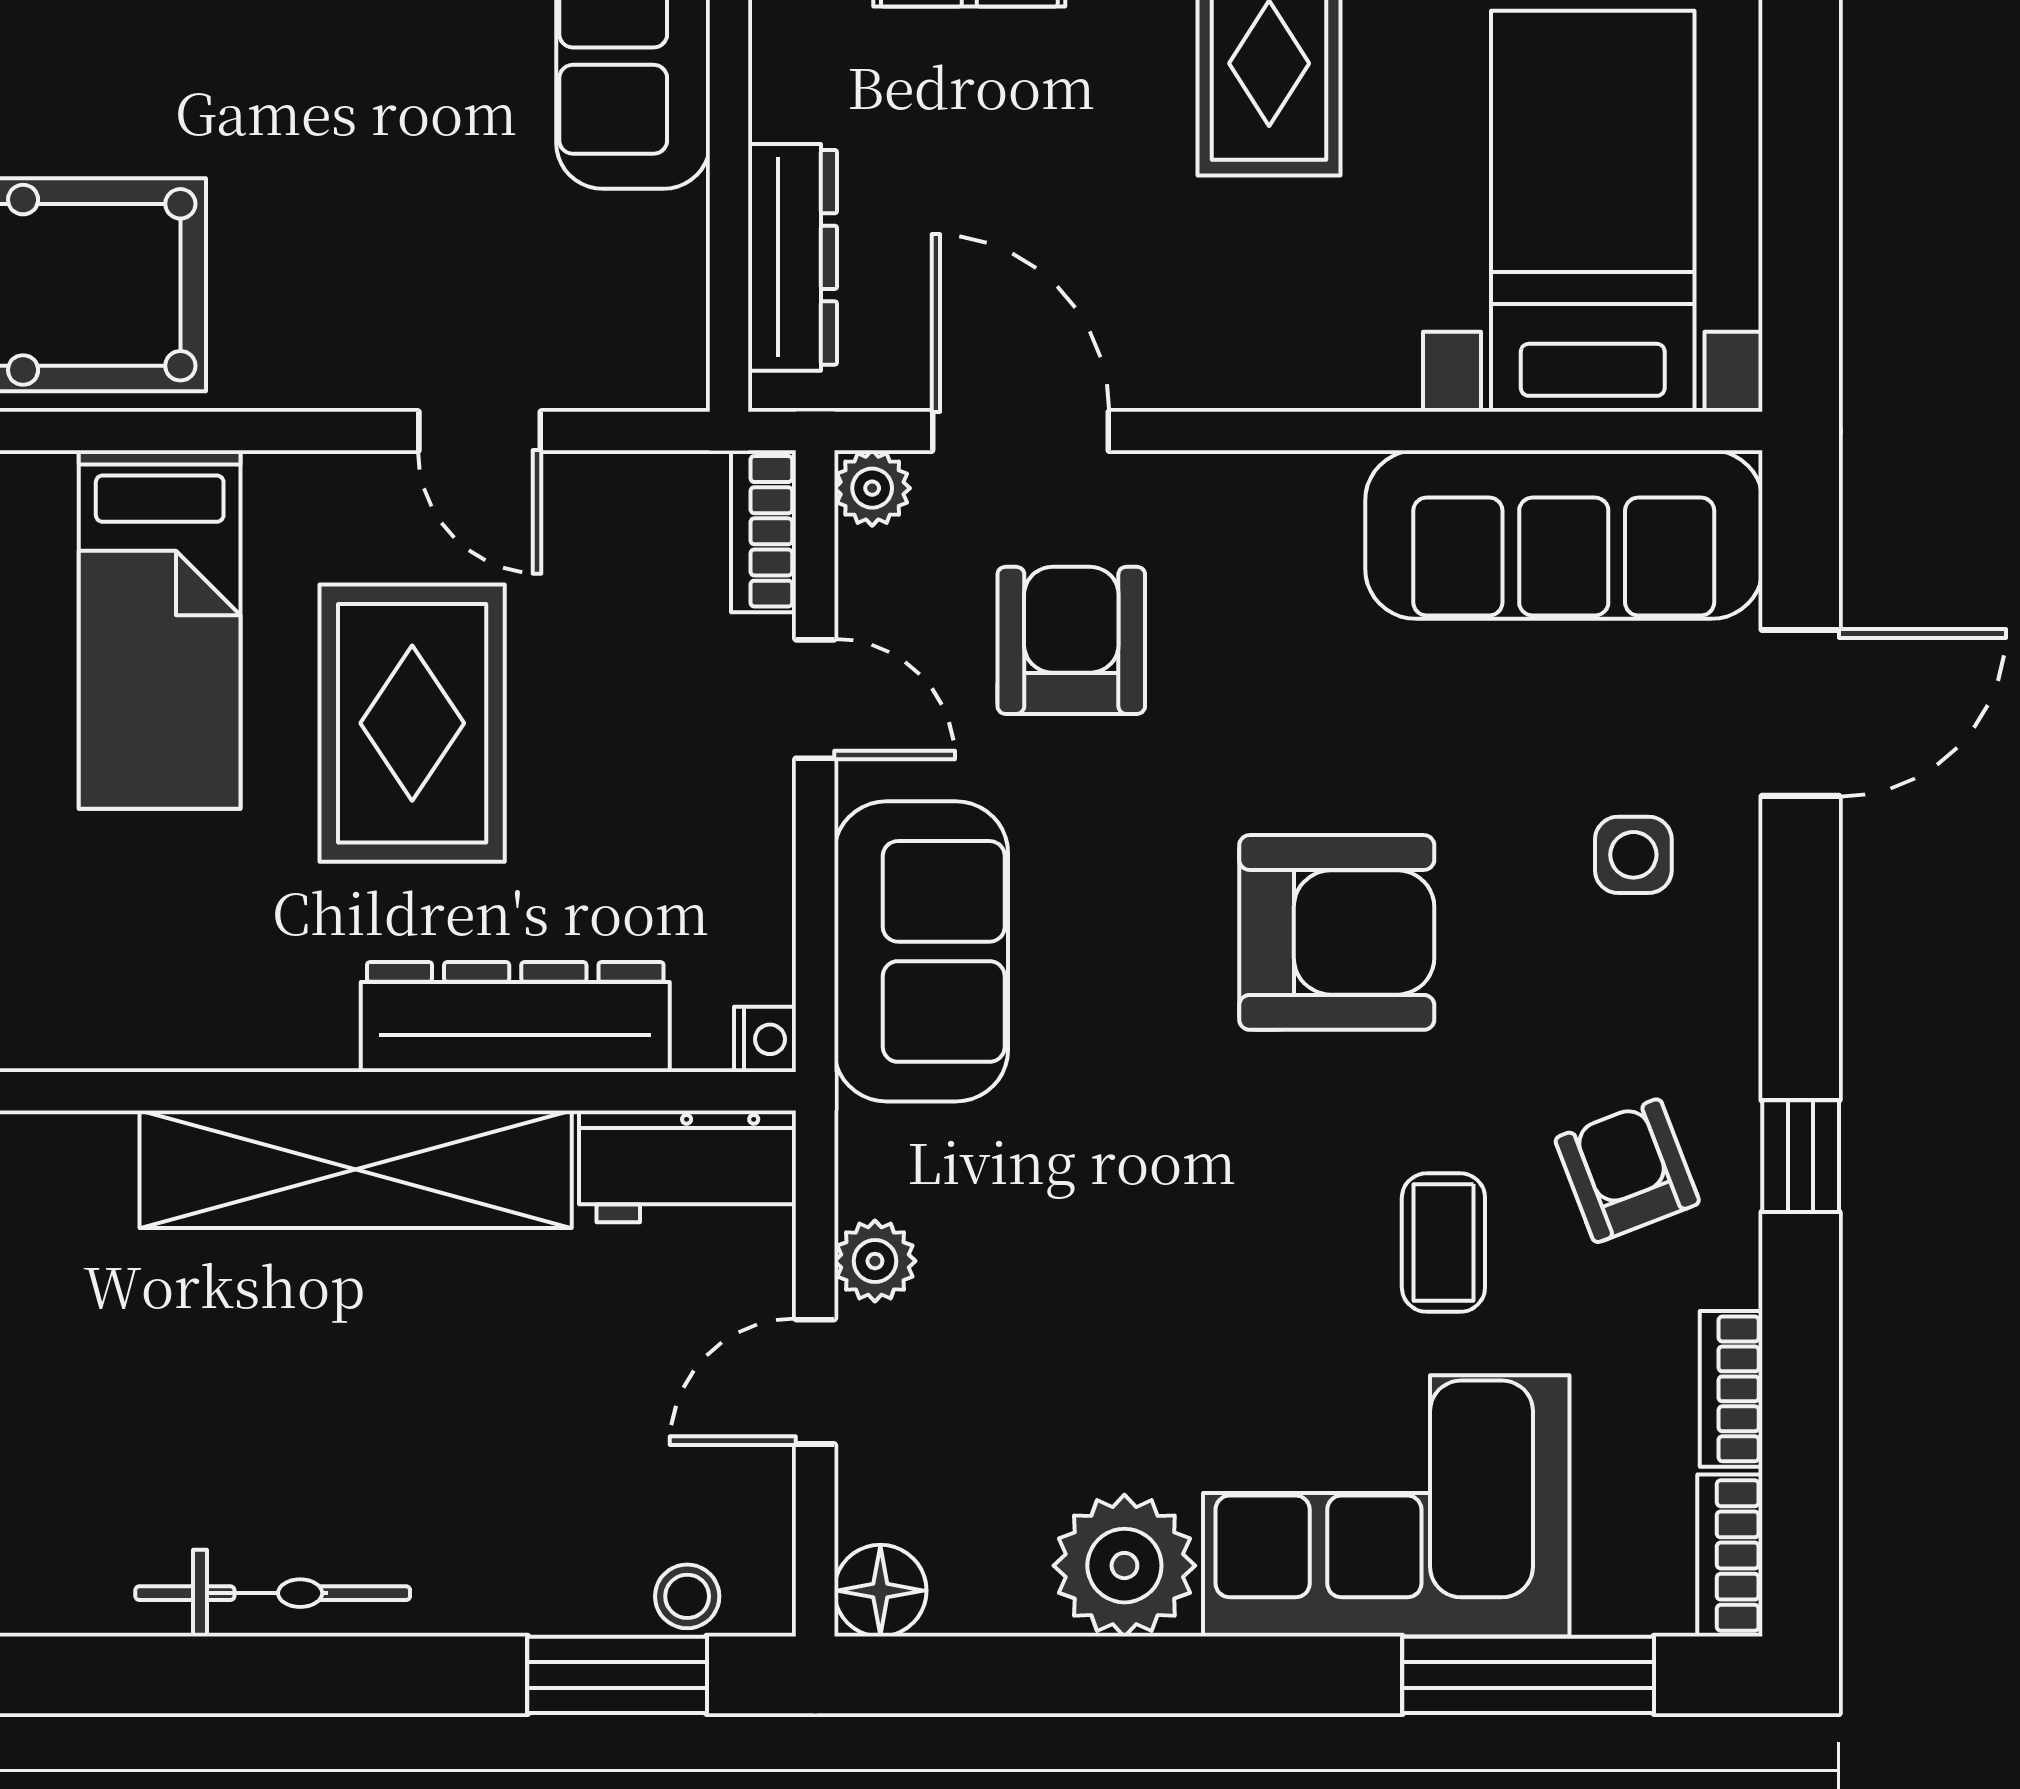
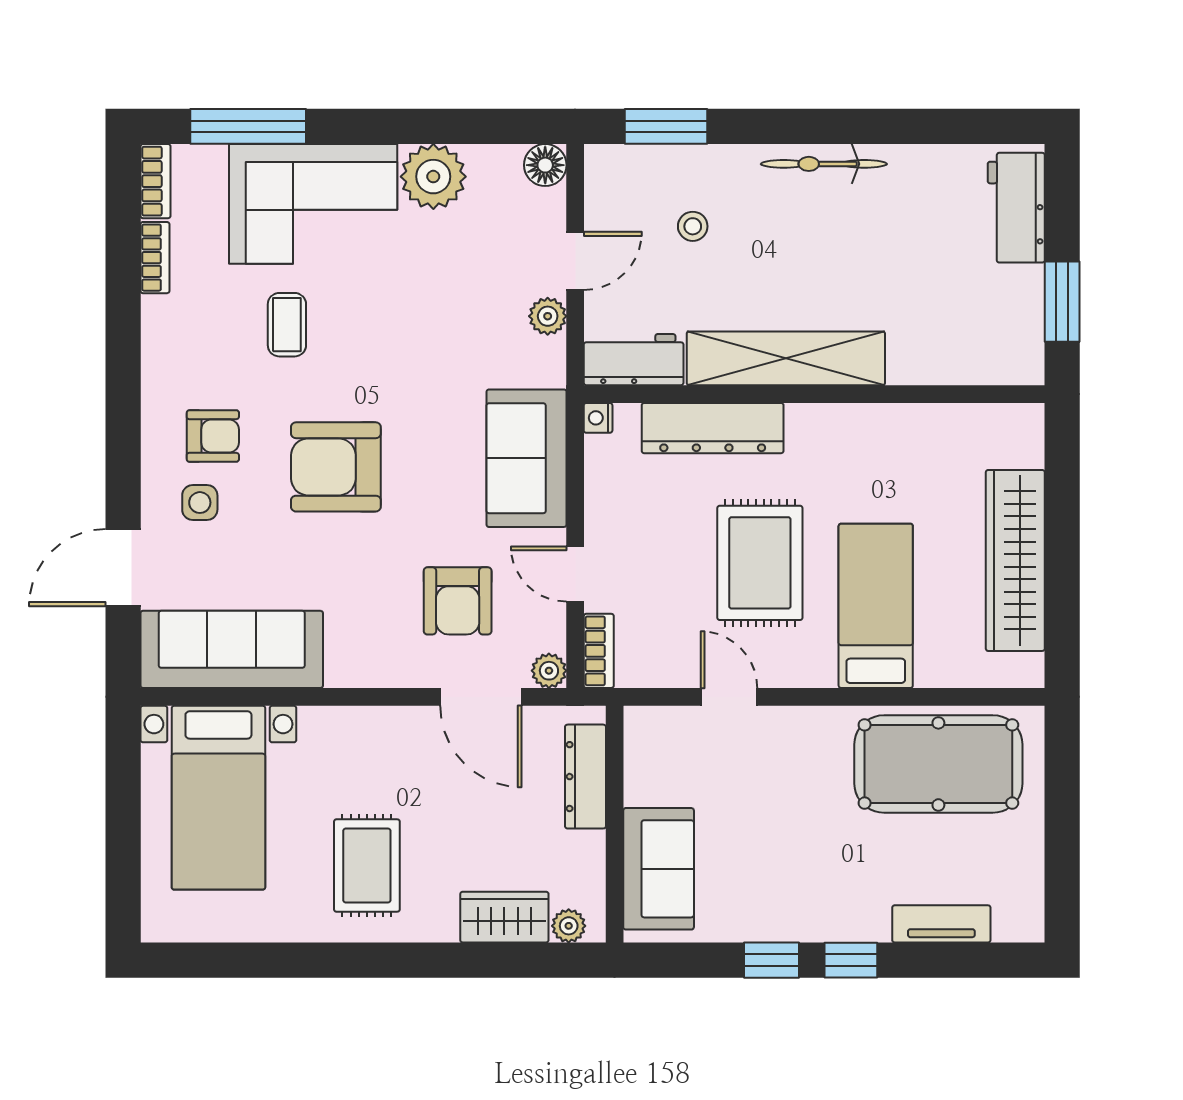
window: (1801, 1156) -> (123, 364), removed
armchair: (1627, 1171) -> (213, 436), moved, turned -69
stool: (687, 1596) -> (693, 226), moved

